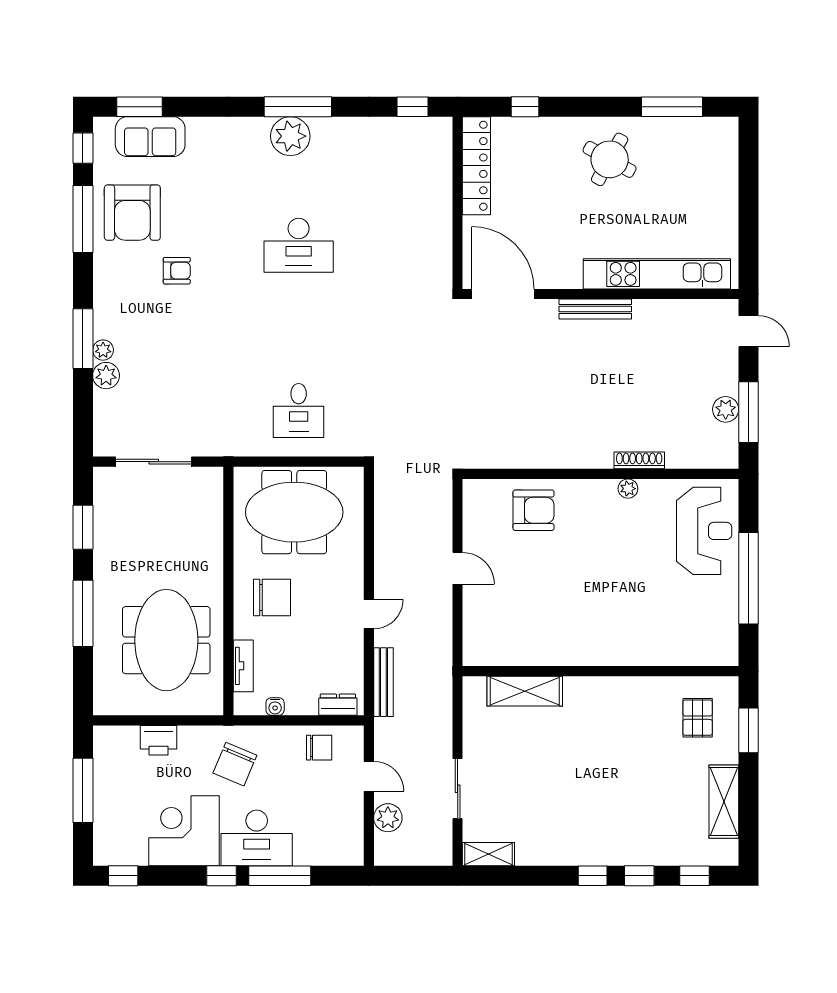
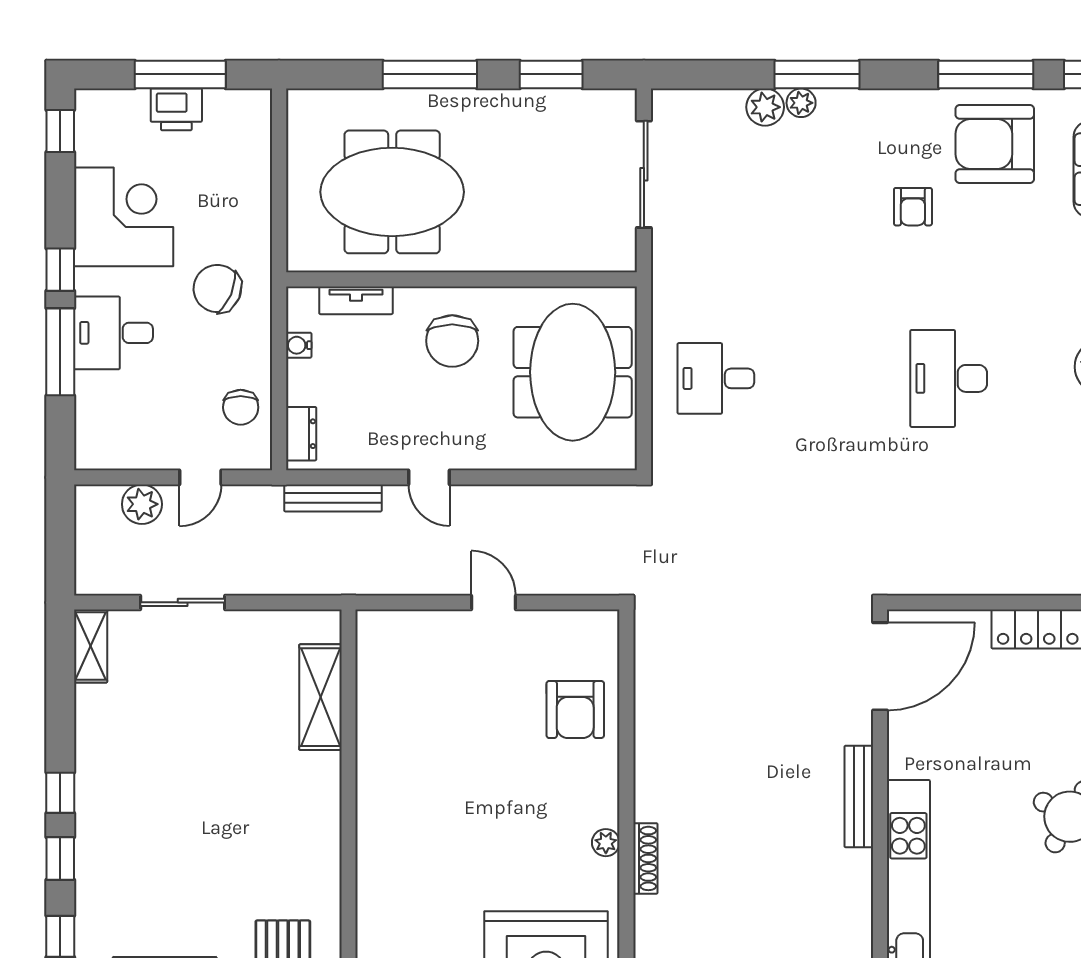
door: (458, 568) -> (493, 602), swing flipped
printer: (159, 740) -> (176, 109), moved, turned -90
desk: (257, 838) -> (113, 333), width x0.73

